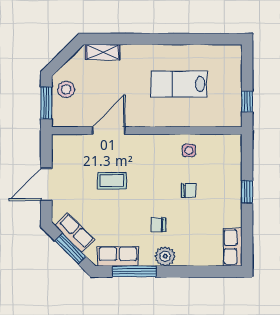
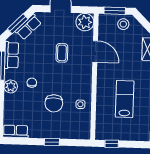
plant: (65, 147) -> (85, 22), added
chair: (189, 191) -> (54, 103), width x1.87, depth x1.87

